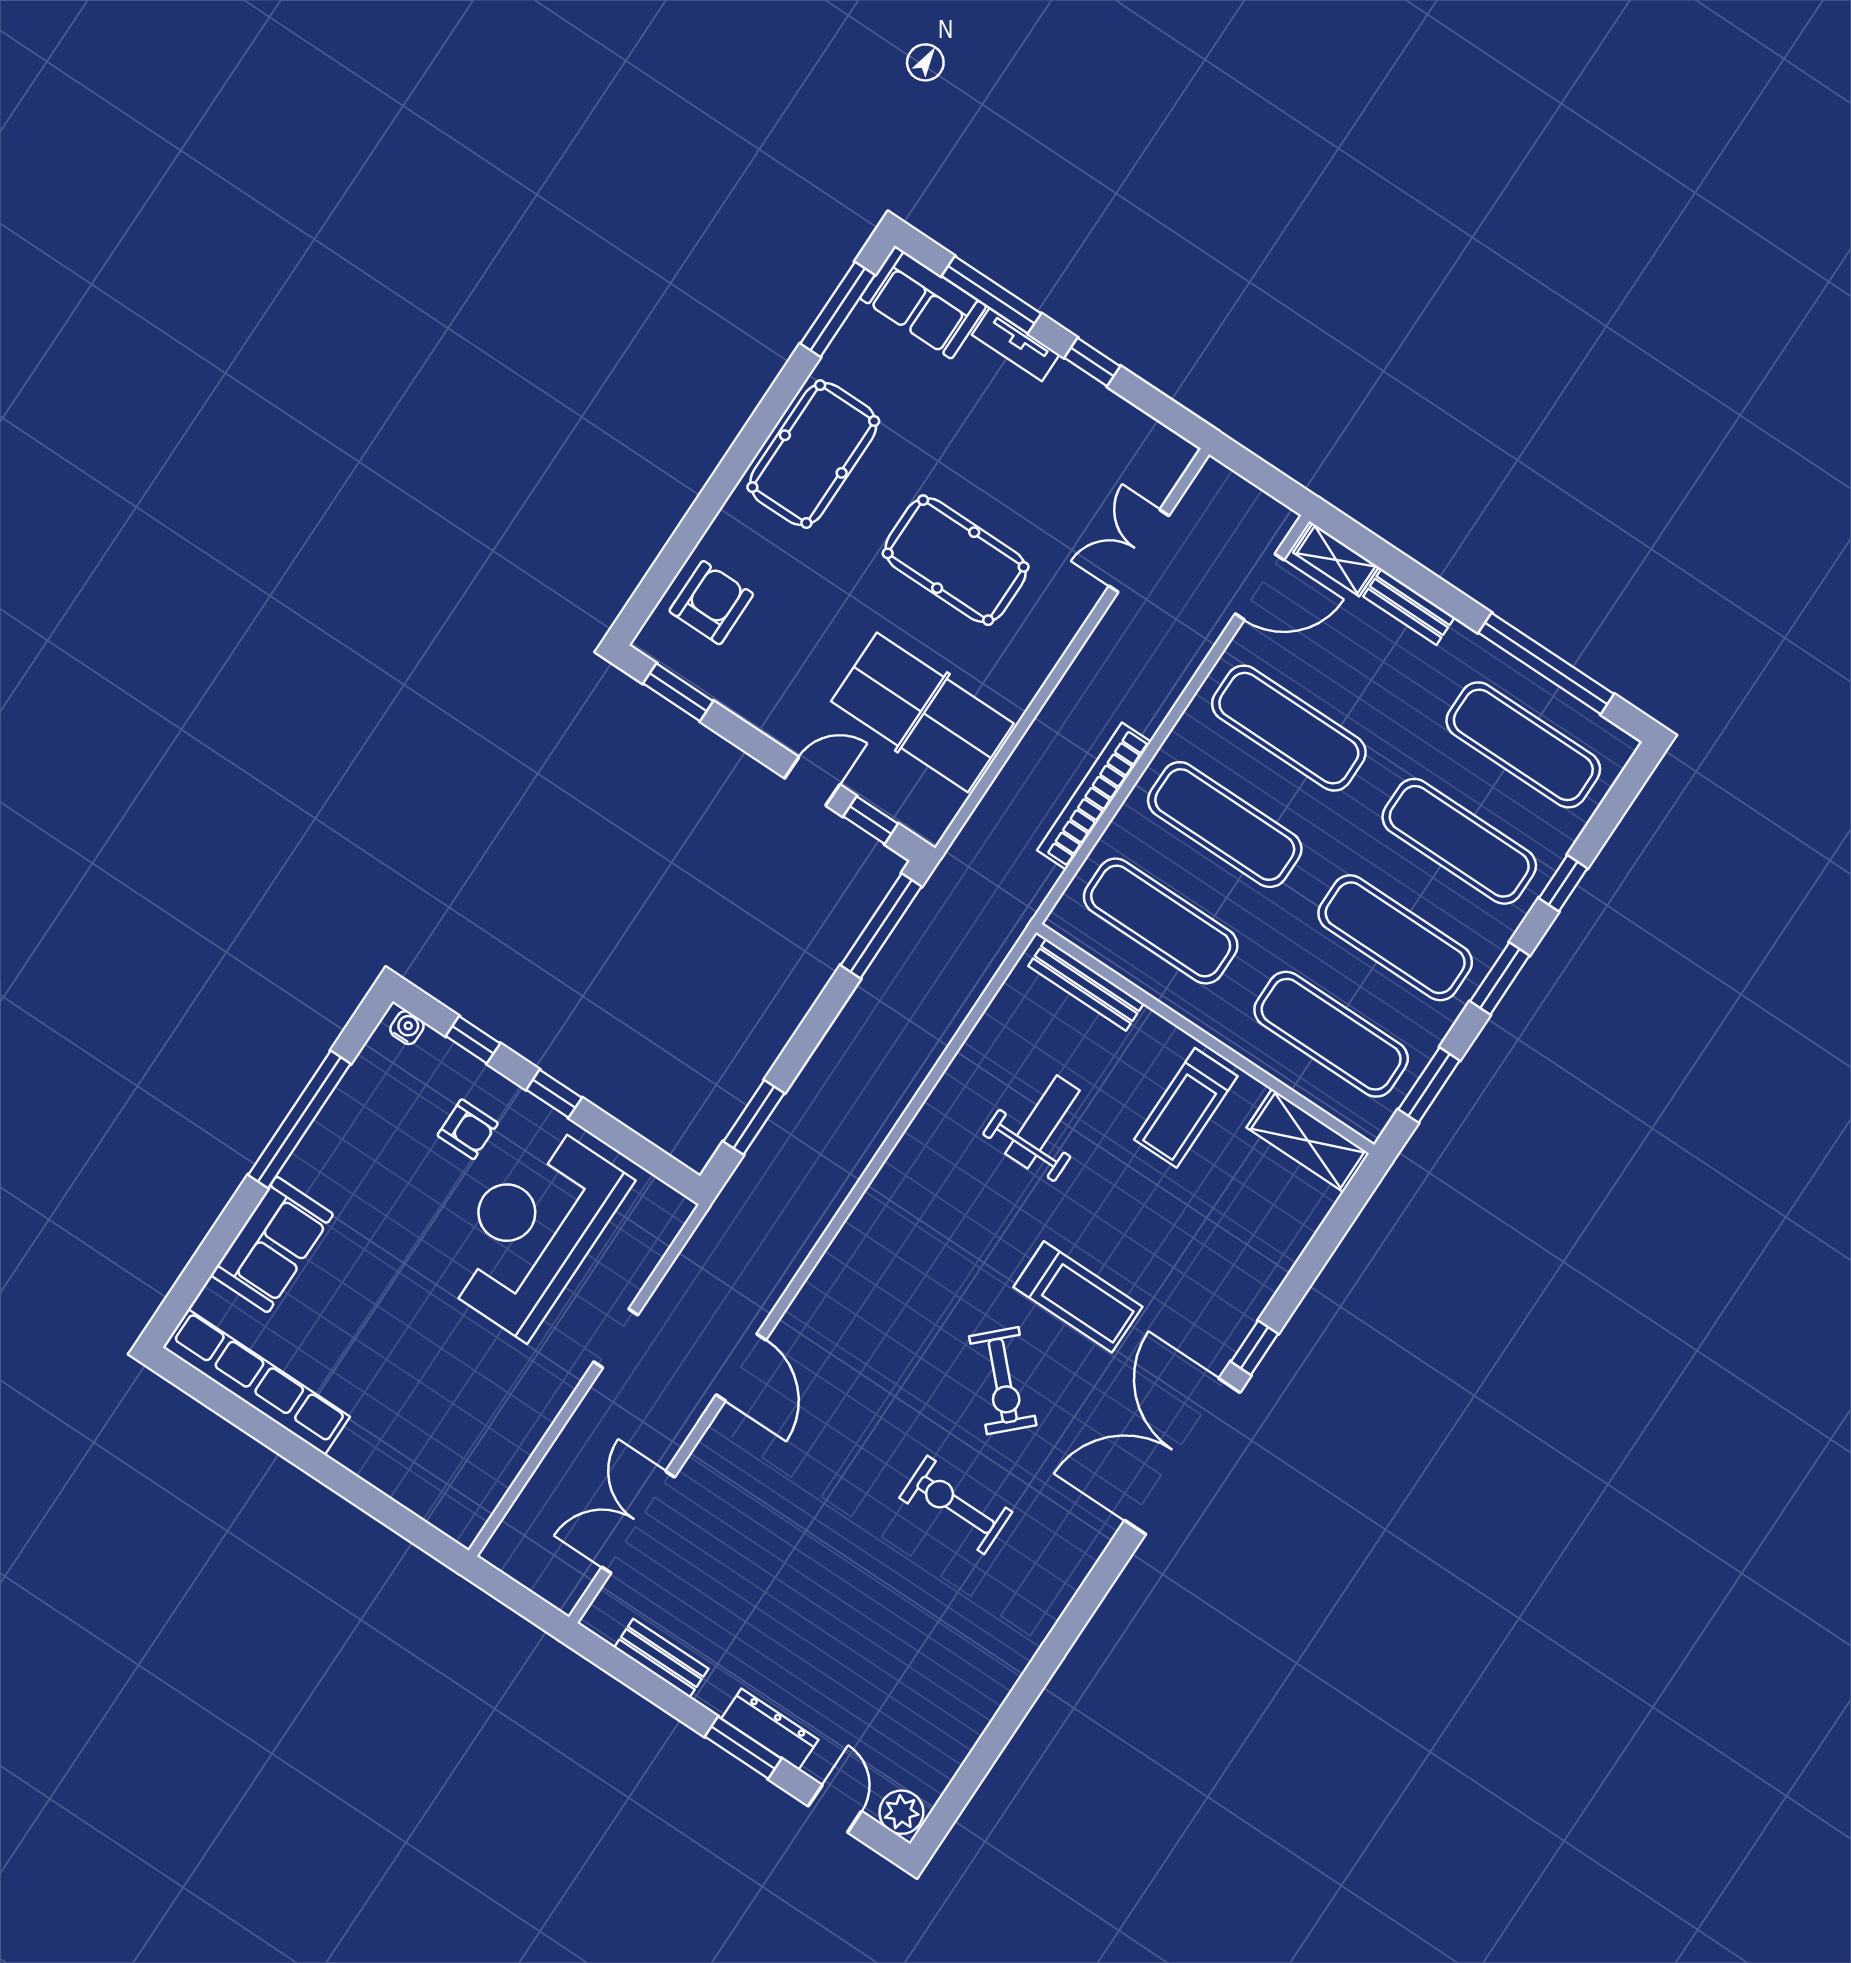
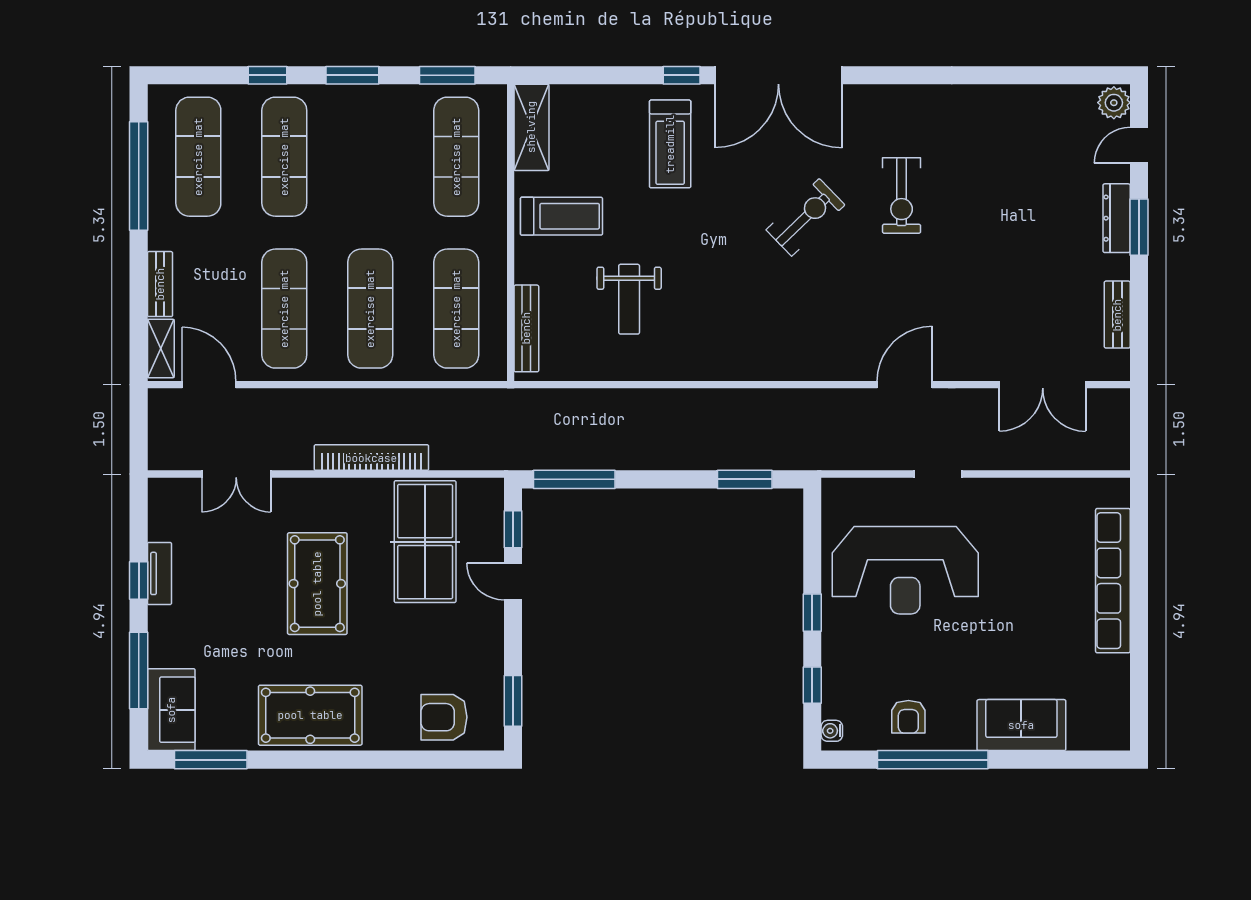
tv unit: (1016, 345) -> (159, 573), moved
bookcase: (1094, 796) -> (371, 458), moved, turned 180
exercise mat: (1395, 938) -> (370, 157), removed
weight bench: (1042, 1122) -> (629, 299), turned -90
armchair: (468, 1129) -> (908, 717), moved, turned 180
treadmill: (1078, 1297) -> (670, 144), moved, turned 180
row of seats: (256, 1382) -> (1113, 581), moved

